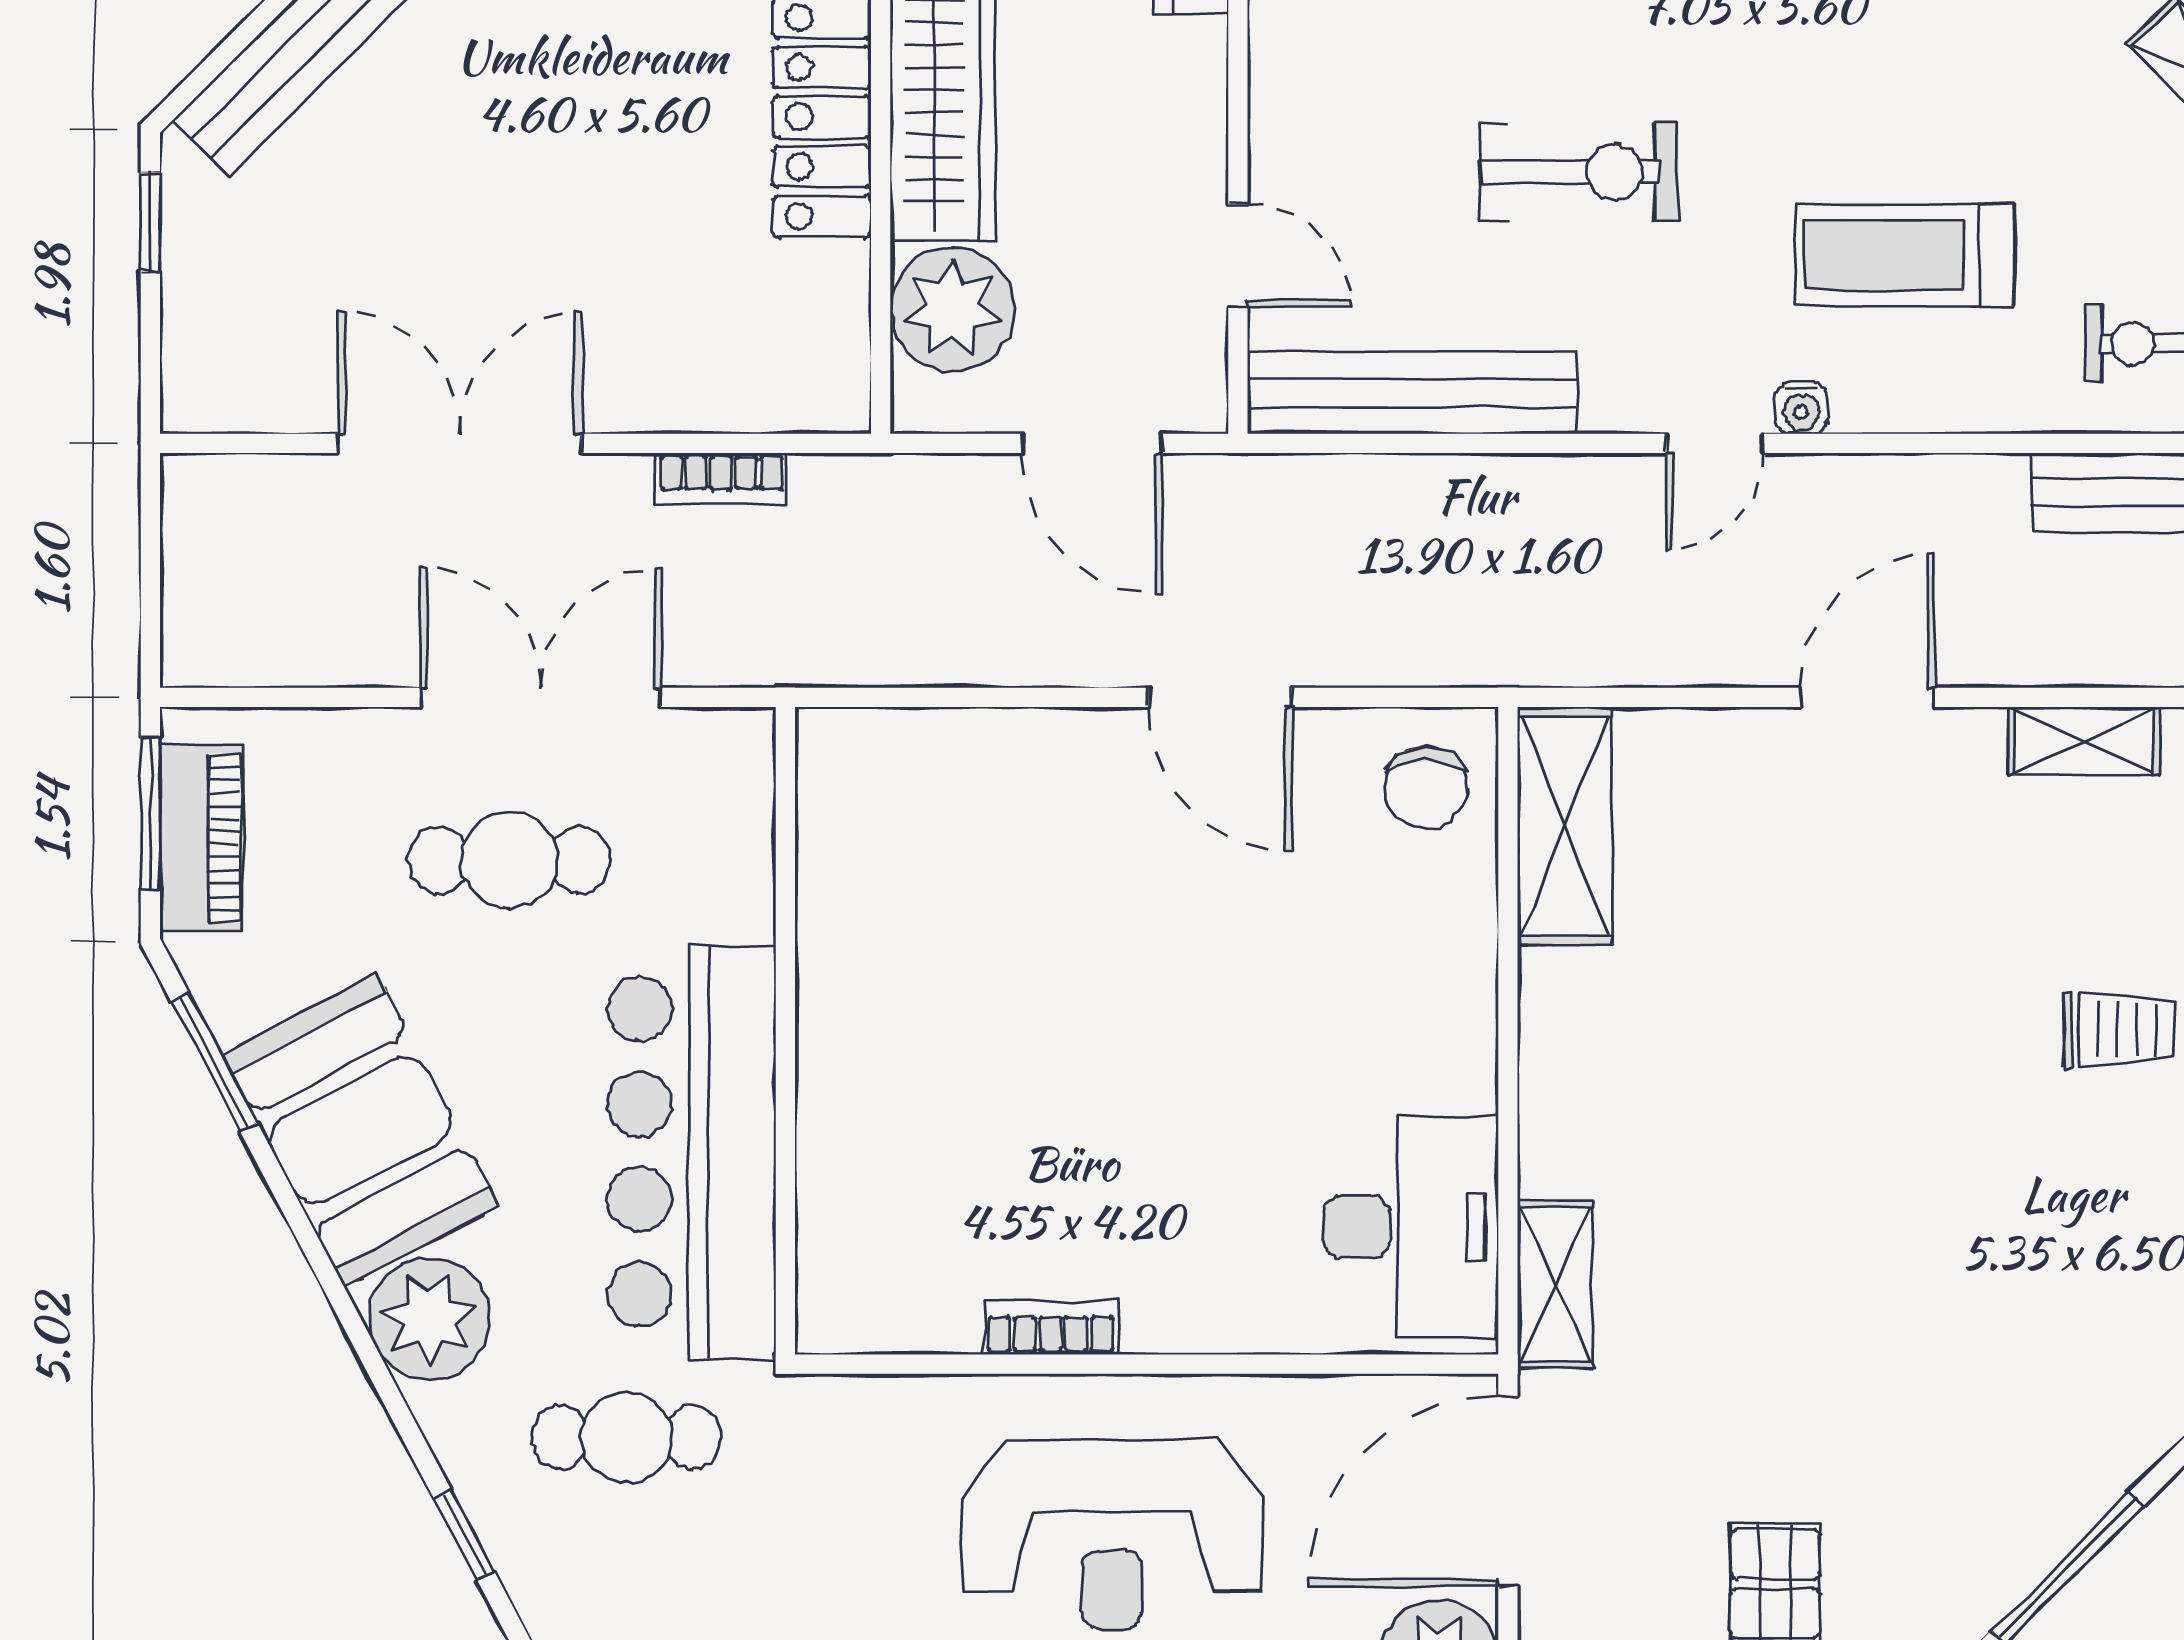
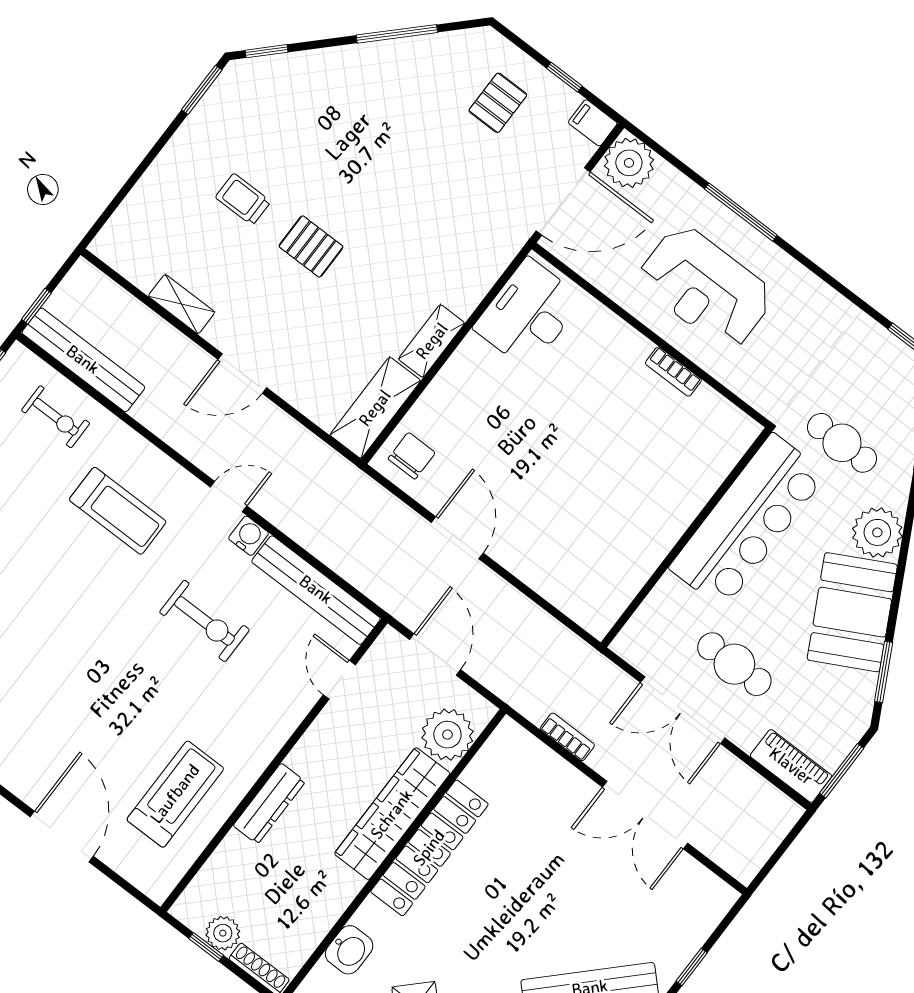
exercise bike: (1580, 172) -> (205, 621), turned 180
water cooler: (1801, 408) -> (249, 536), moved, width x1.38, depth x1.38
piano: (202, 838) -> (791, 766), moved, turned 90
pallet: (1922, 1039) -> (311, 246), added
shelving: (1555, 1284) -> (432, 341), moved
reception desk: (1112, 1535) -> (705, 287), turned 180

